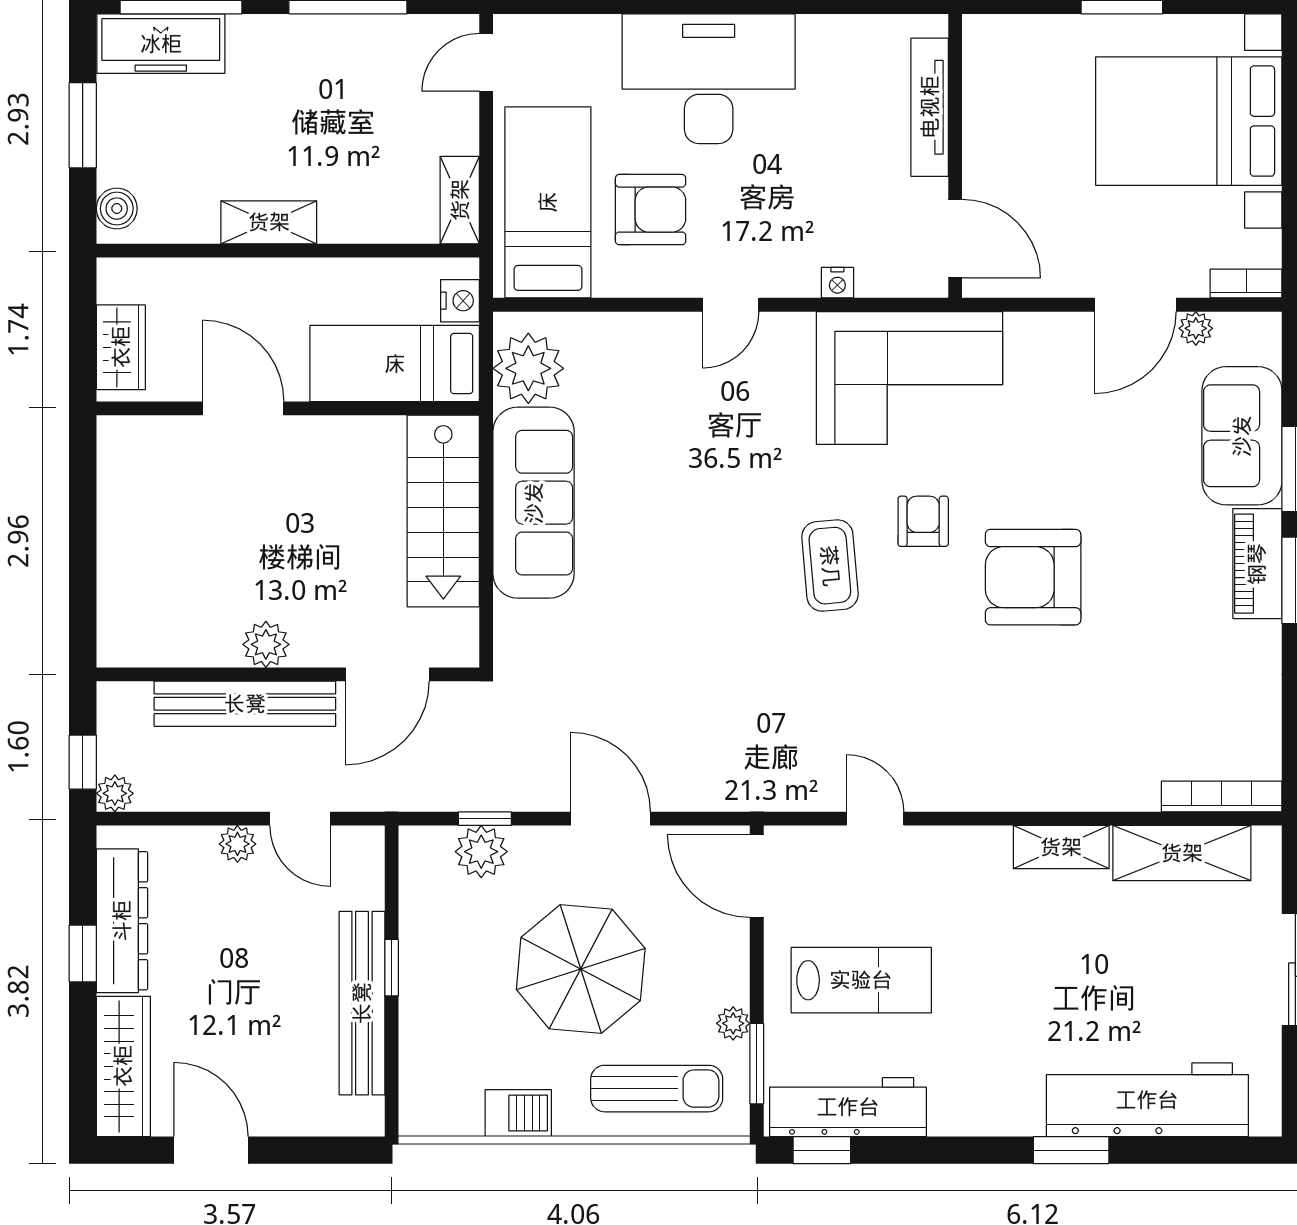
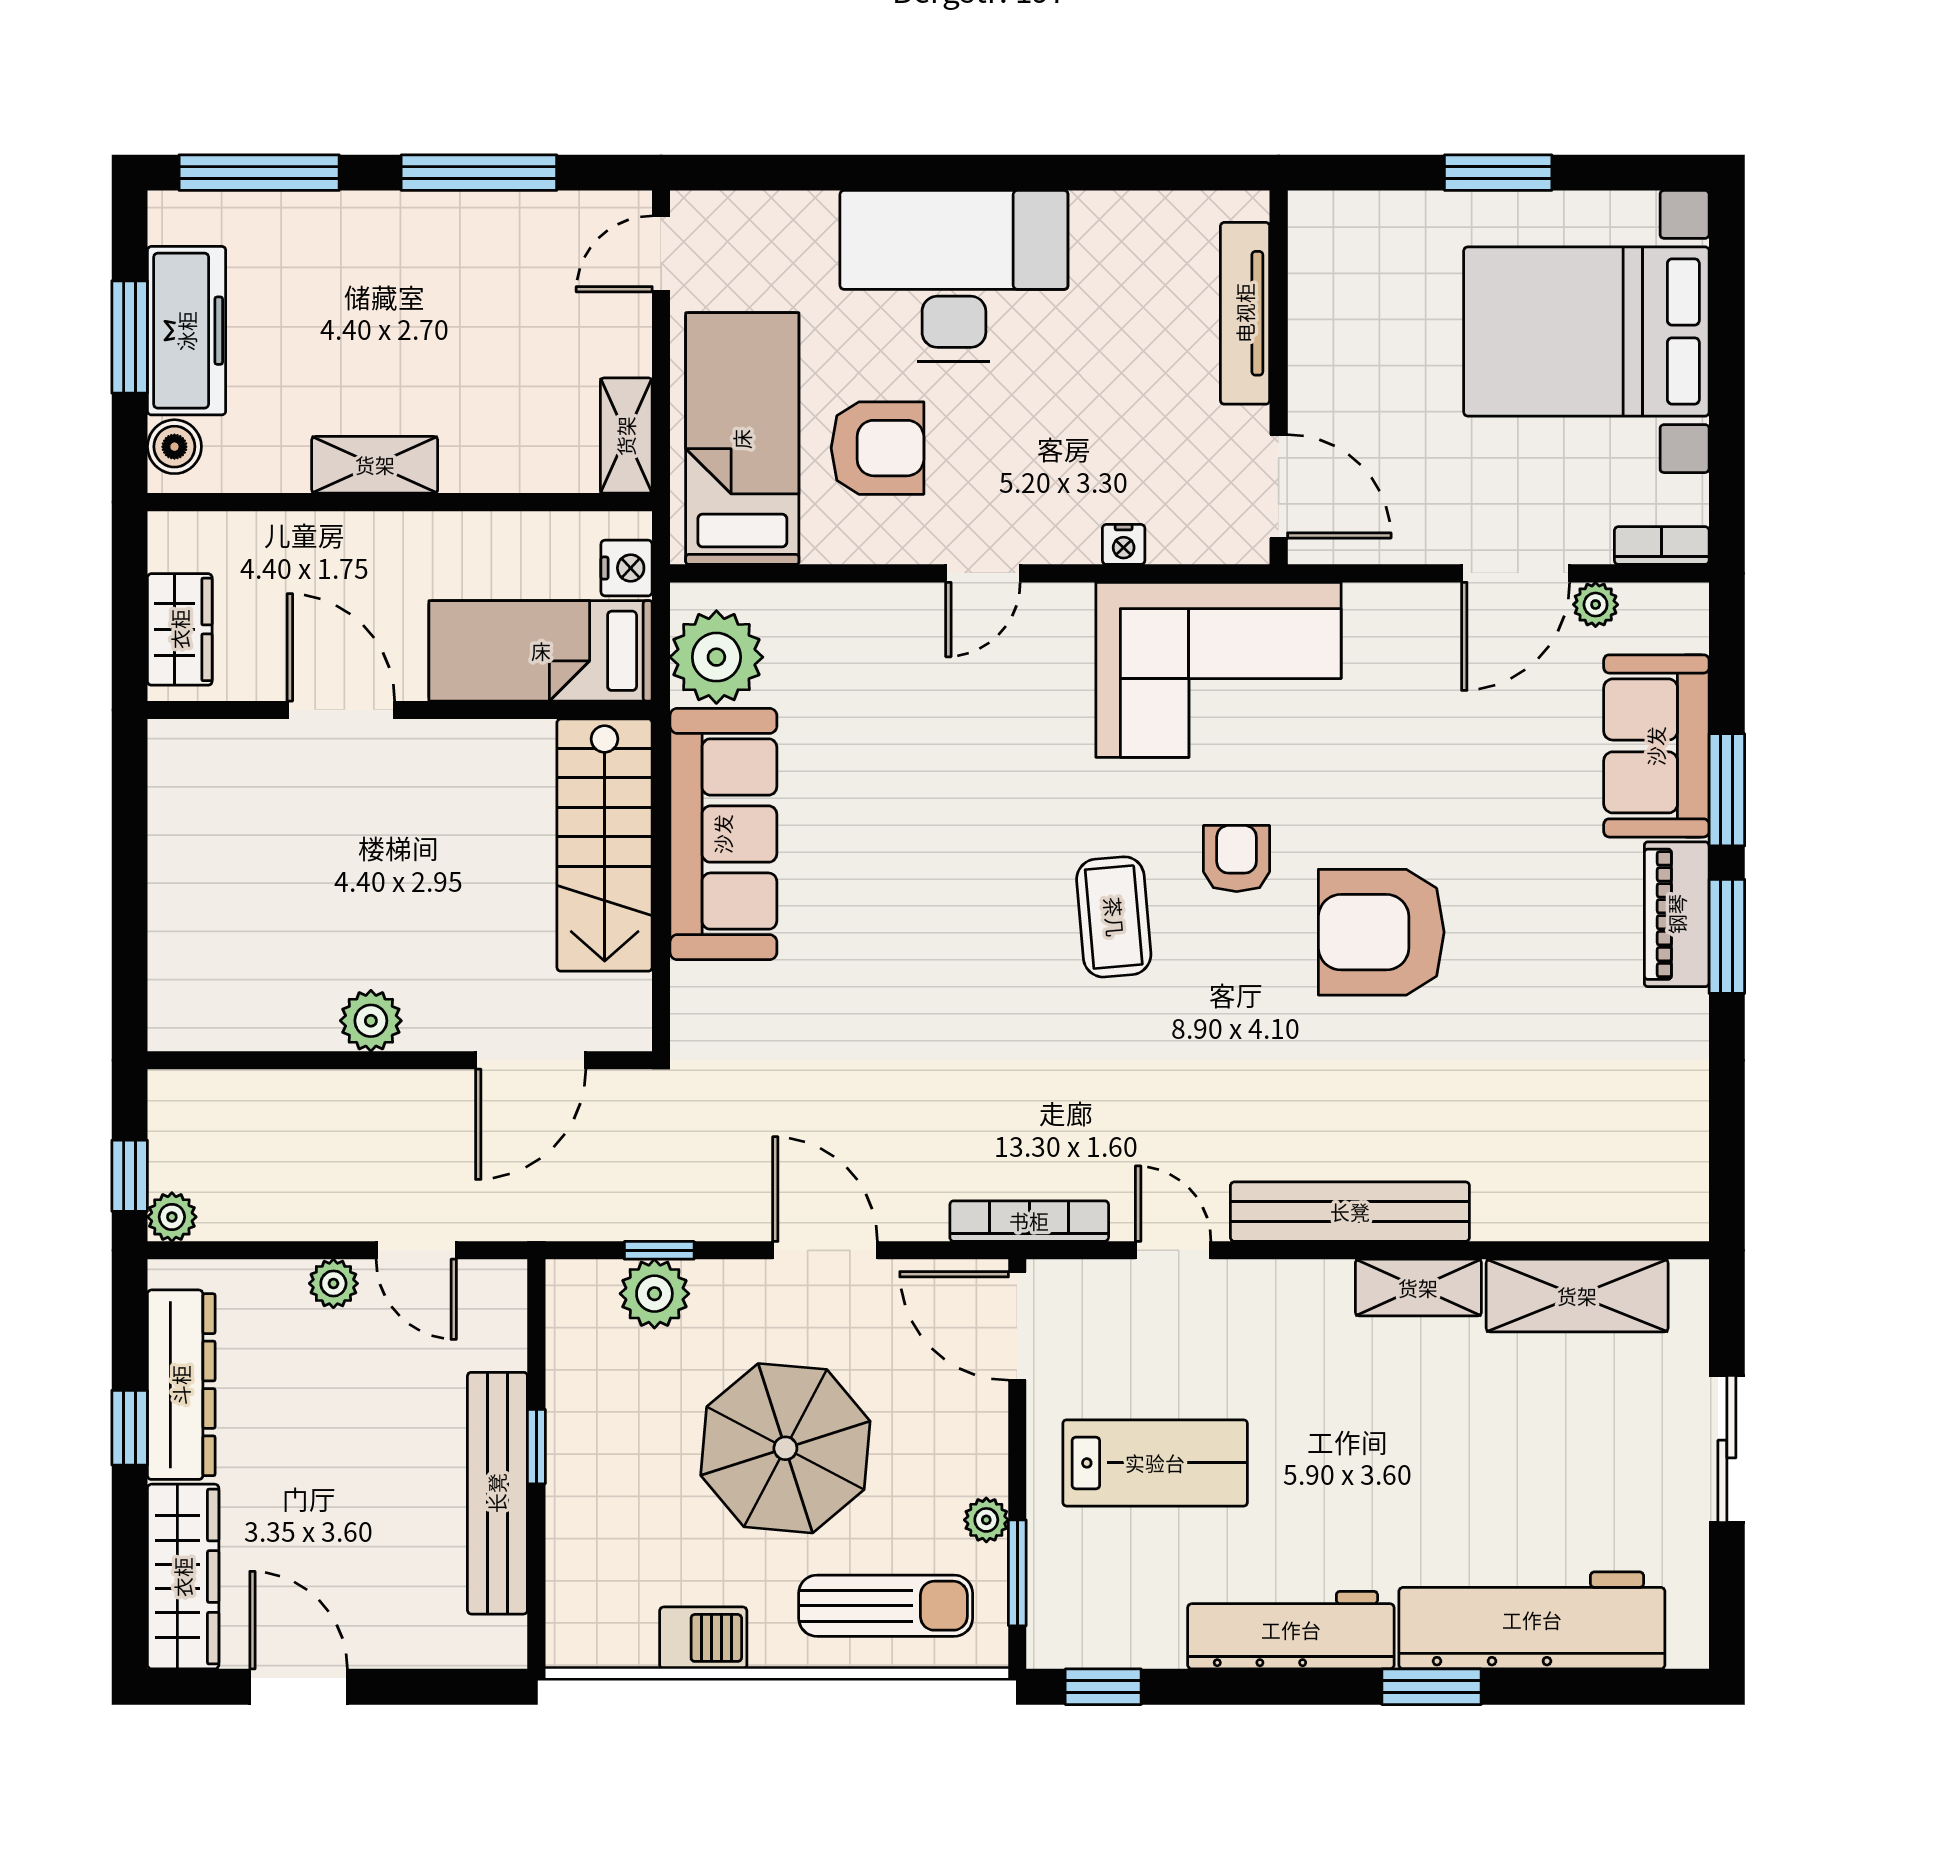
freezer: (161, 44) -> (187, 331), moved, turned -90
bench: (245, 704) -> (1350, 1212), moved
bookcase: (1222, 797) -> (1029, 1221), moved
workbench: (848, 1107) -> (1291, 1630), moved

